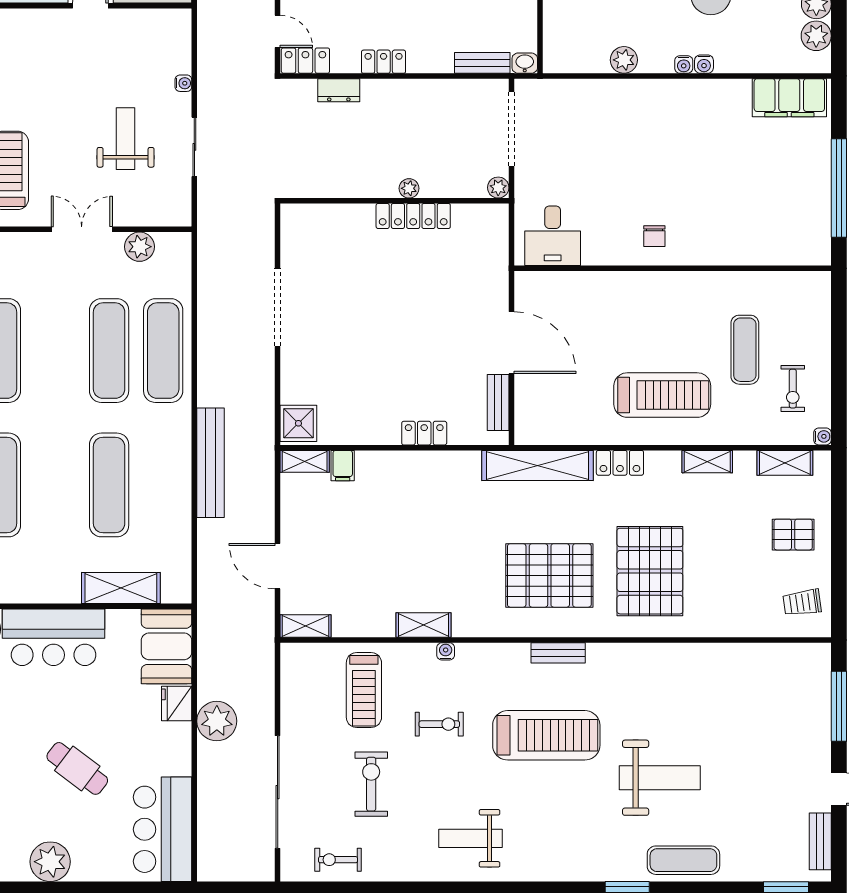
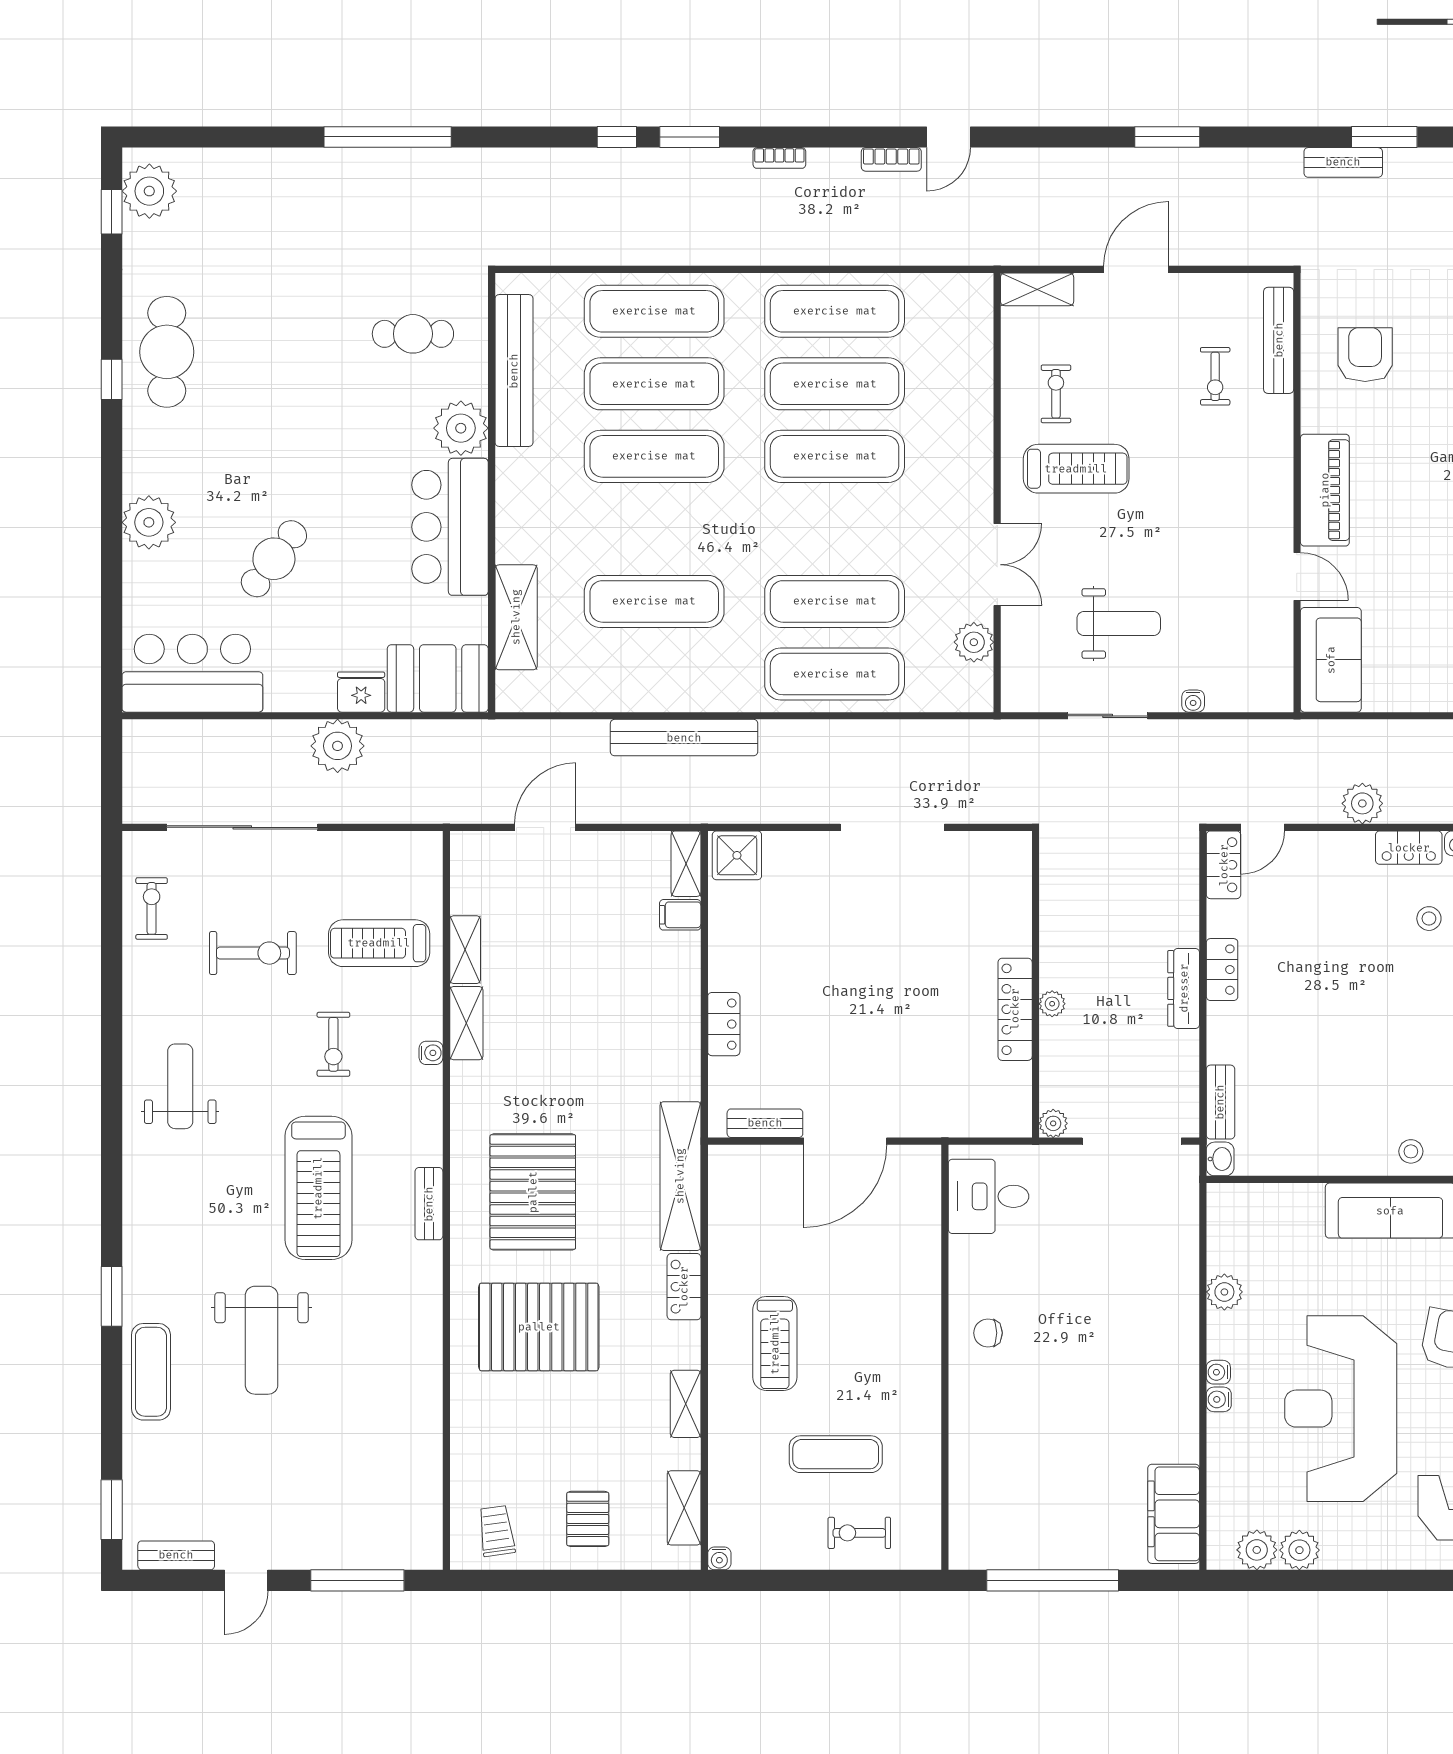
dresser: (339, 90) -> (1184, 988), moved, width x1.44
exercise bike: (793, 389) -> (859, 1533), moved
treadmill: (662, 395) -> (775, 1343), width x0.73, depth x0.73
shelving: (305, 626) -> (465, 950), moved

